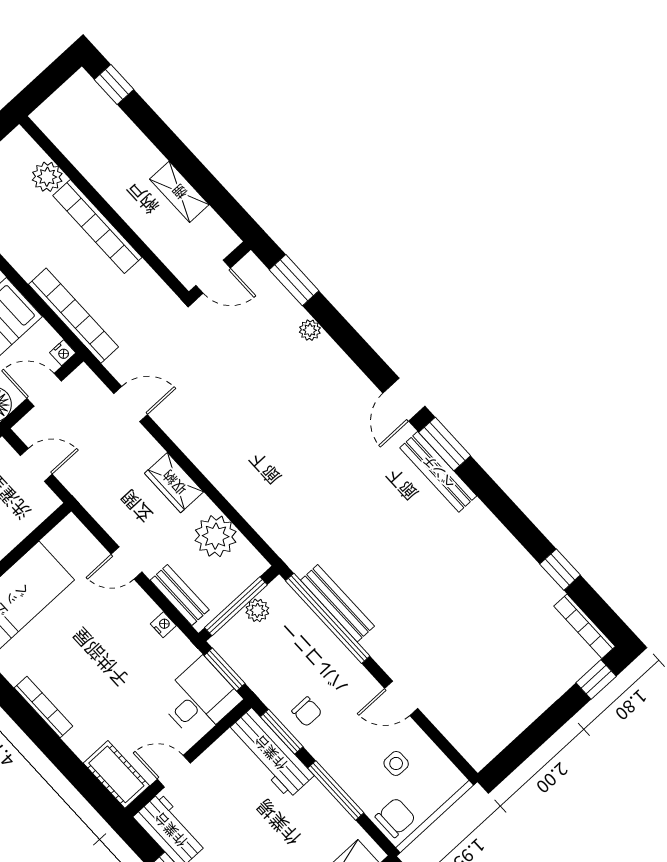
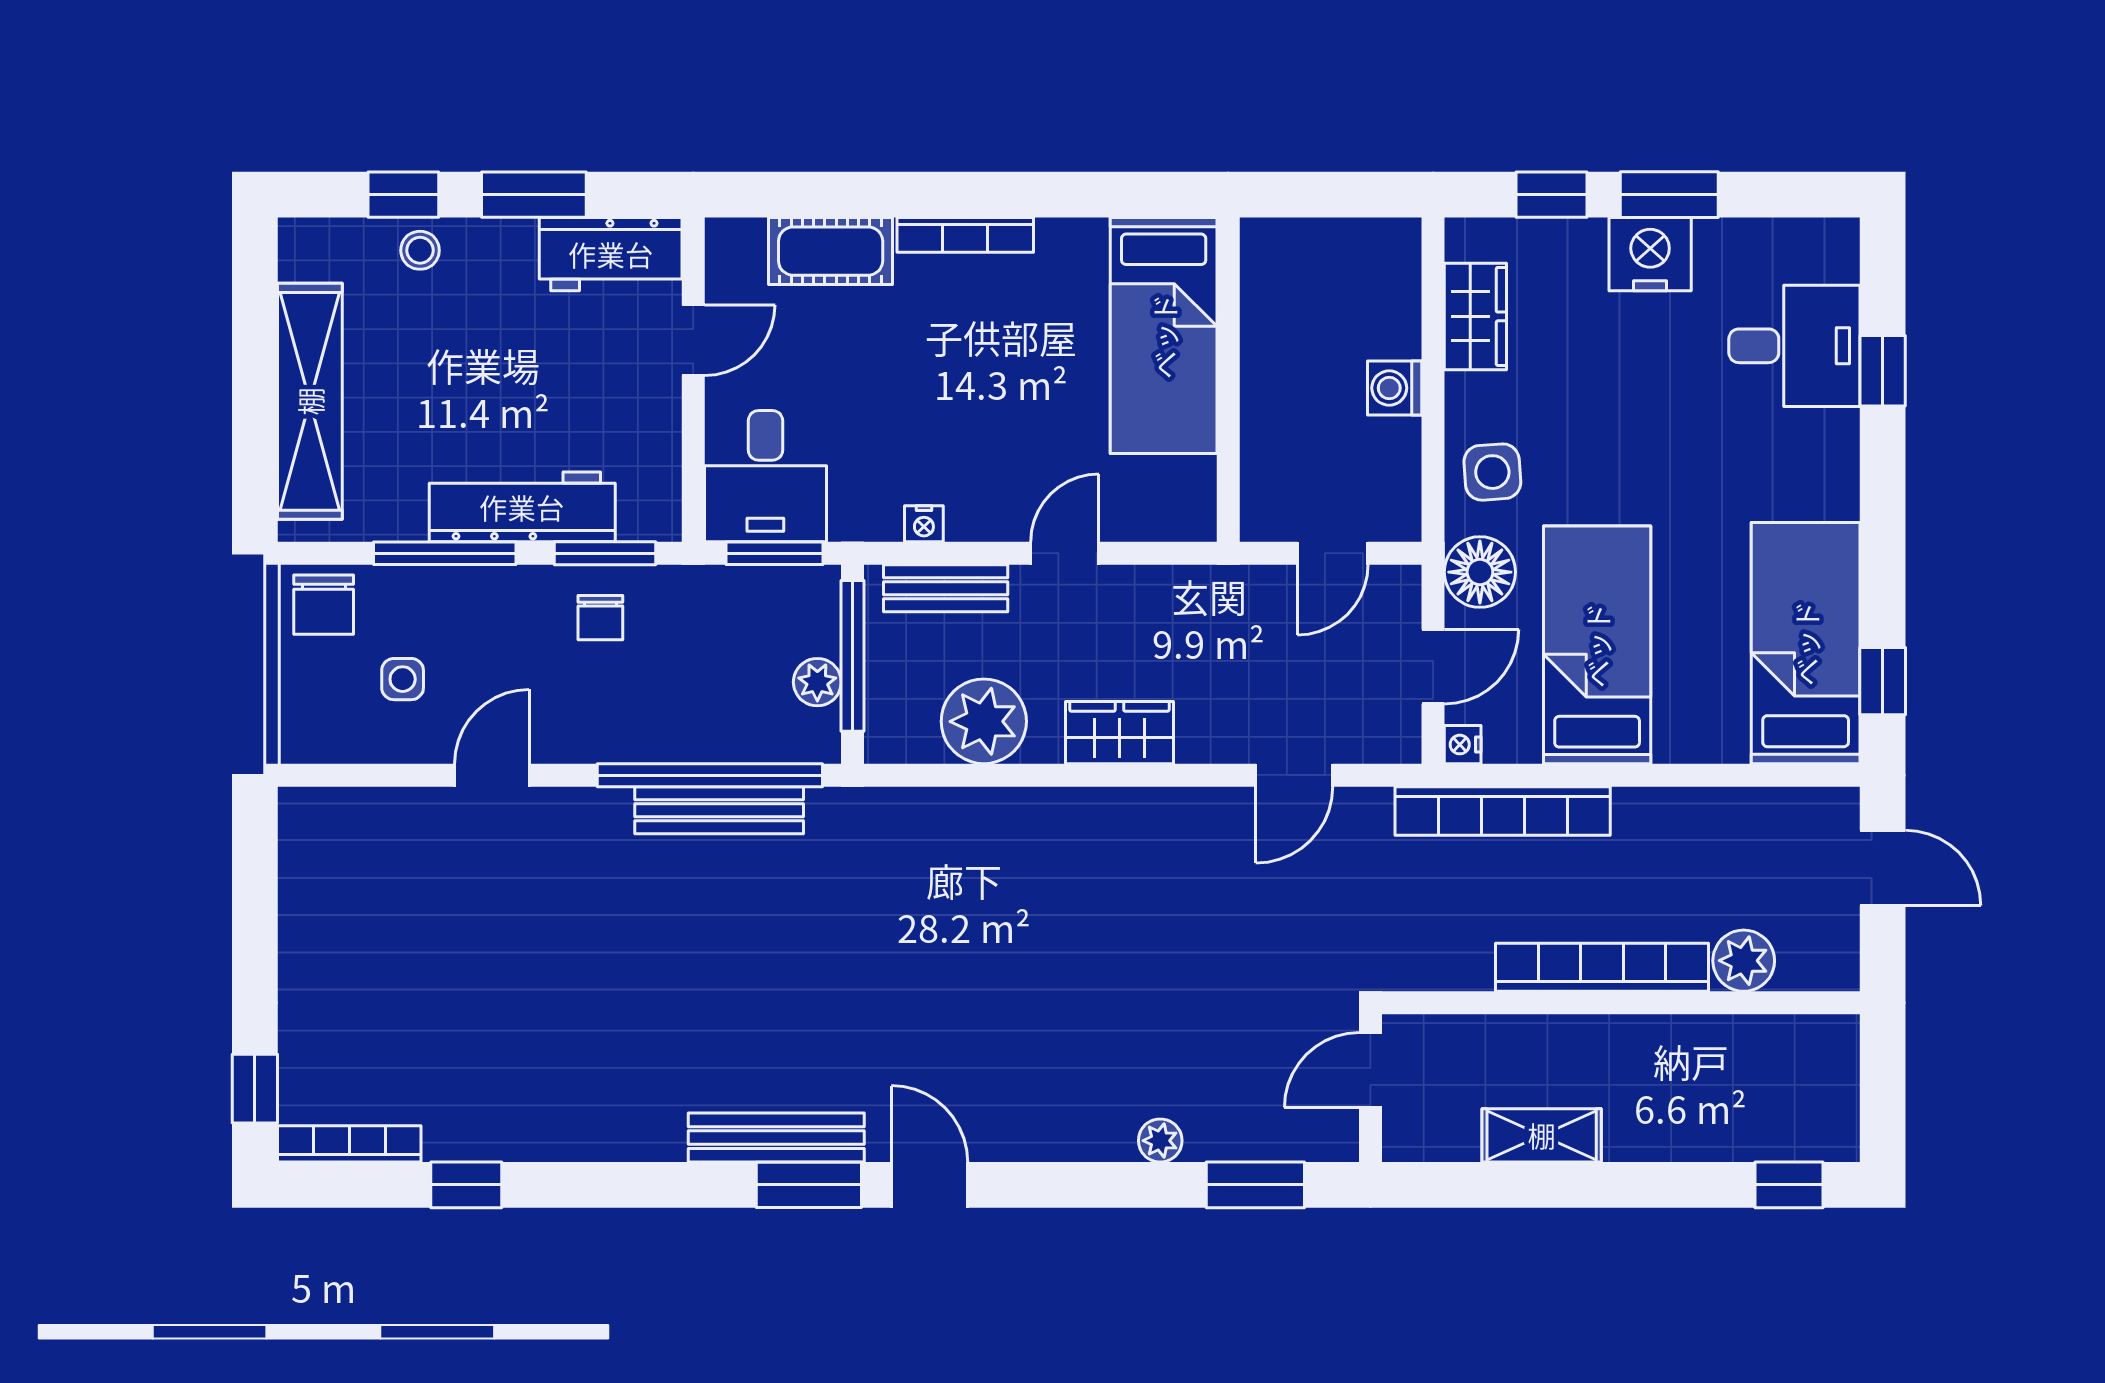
chair: (307, 712) -> (600, 618), turned -90
workbench: (270, 753) -> (522, 507), moved
cot: (116, 774) -> (831, 251), moved

